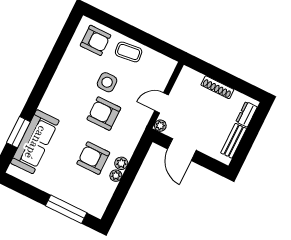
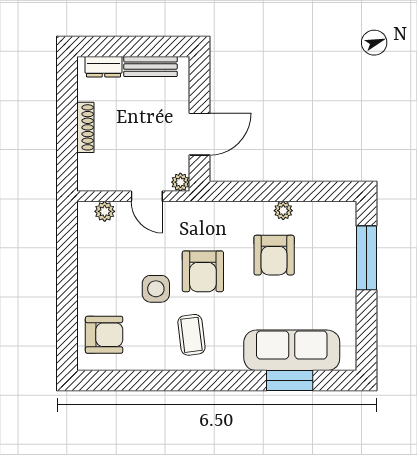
armchair: (96, 40) -> (104, 335), turned 90
coffee table: (129, 52) -> (191, 335), moved
plant: (121, 163) -> (105, 211), moved

